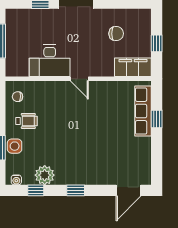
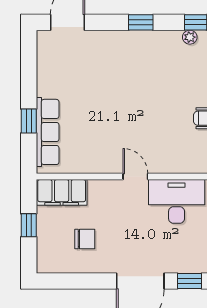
chair: (116, 34) -> (85, 239), turned 180
plant: (45, 175) -> (190, 37), width x0.53, depth x0.53

